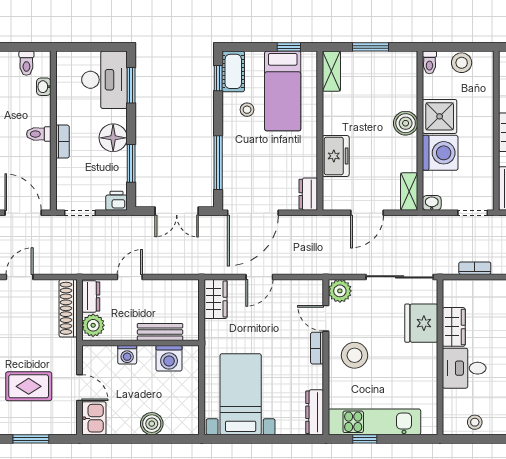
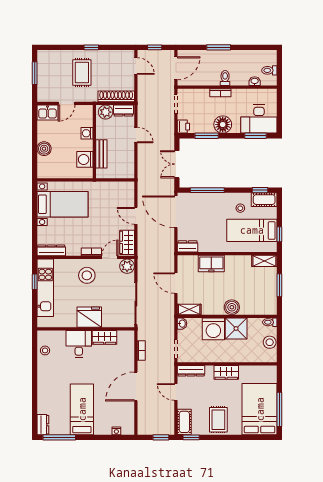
wardrobe: (215, 299) -> (127, 242), moved, turned 90
fridge: (421, 323) -> (89, 317), moved
rug: (29, 386) -> (82, 73), moved

